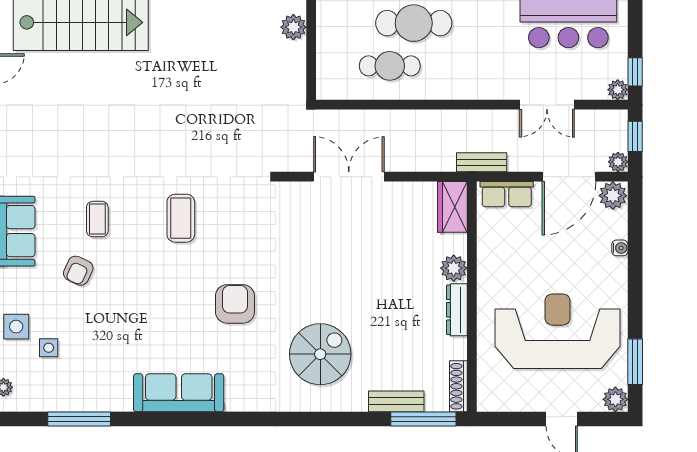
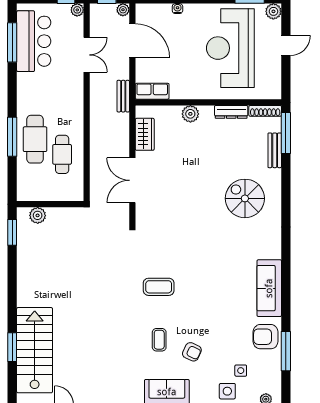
row of seats: (507, 194) -> (152, 91), moved, turned -90
plant: (613, 196) -> (144, 13), removed
wardrobe: (452, 207) -> (145, 134), moved, turned -90
coffee table: (97, 219) -> (159, 340), turned 90
armchair: (235, 304) -> (266, 337), moved
dresser: (457, 310) -> (231, 112), moved

